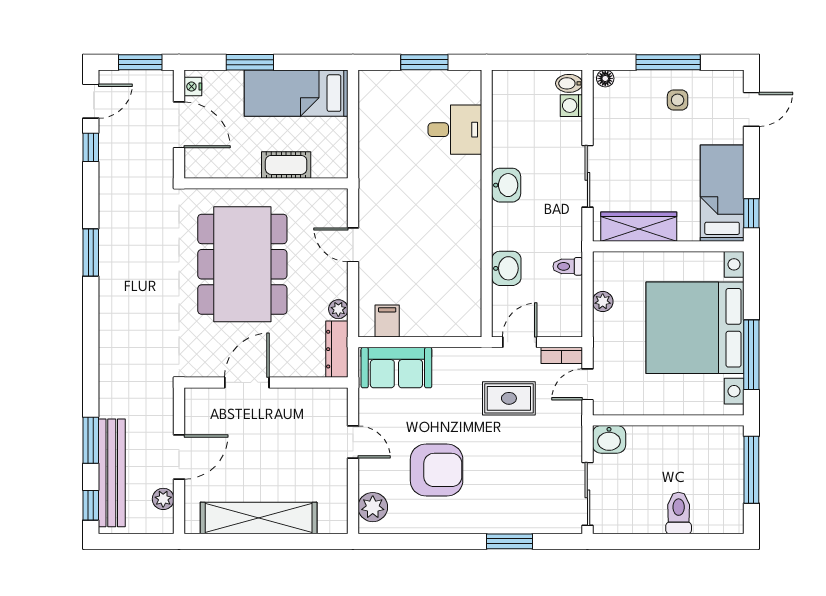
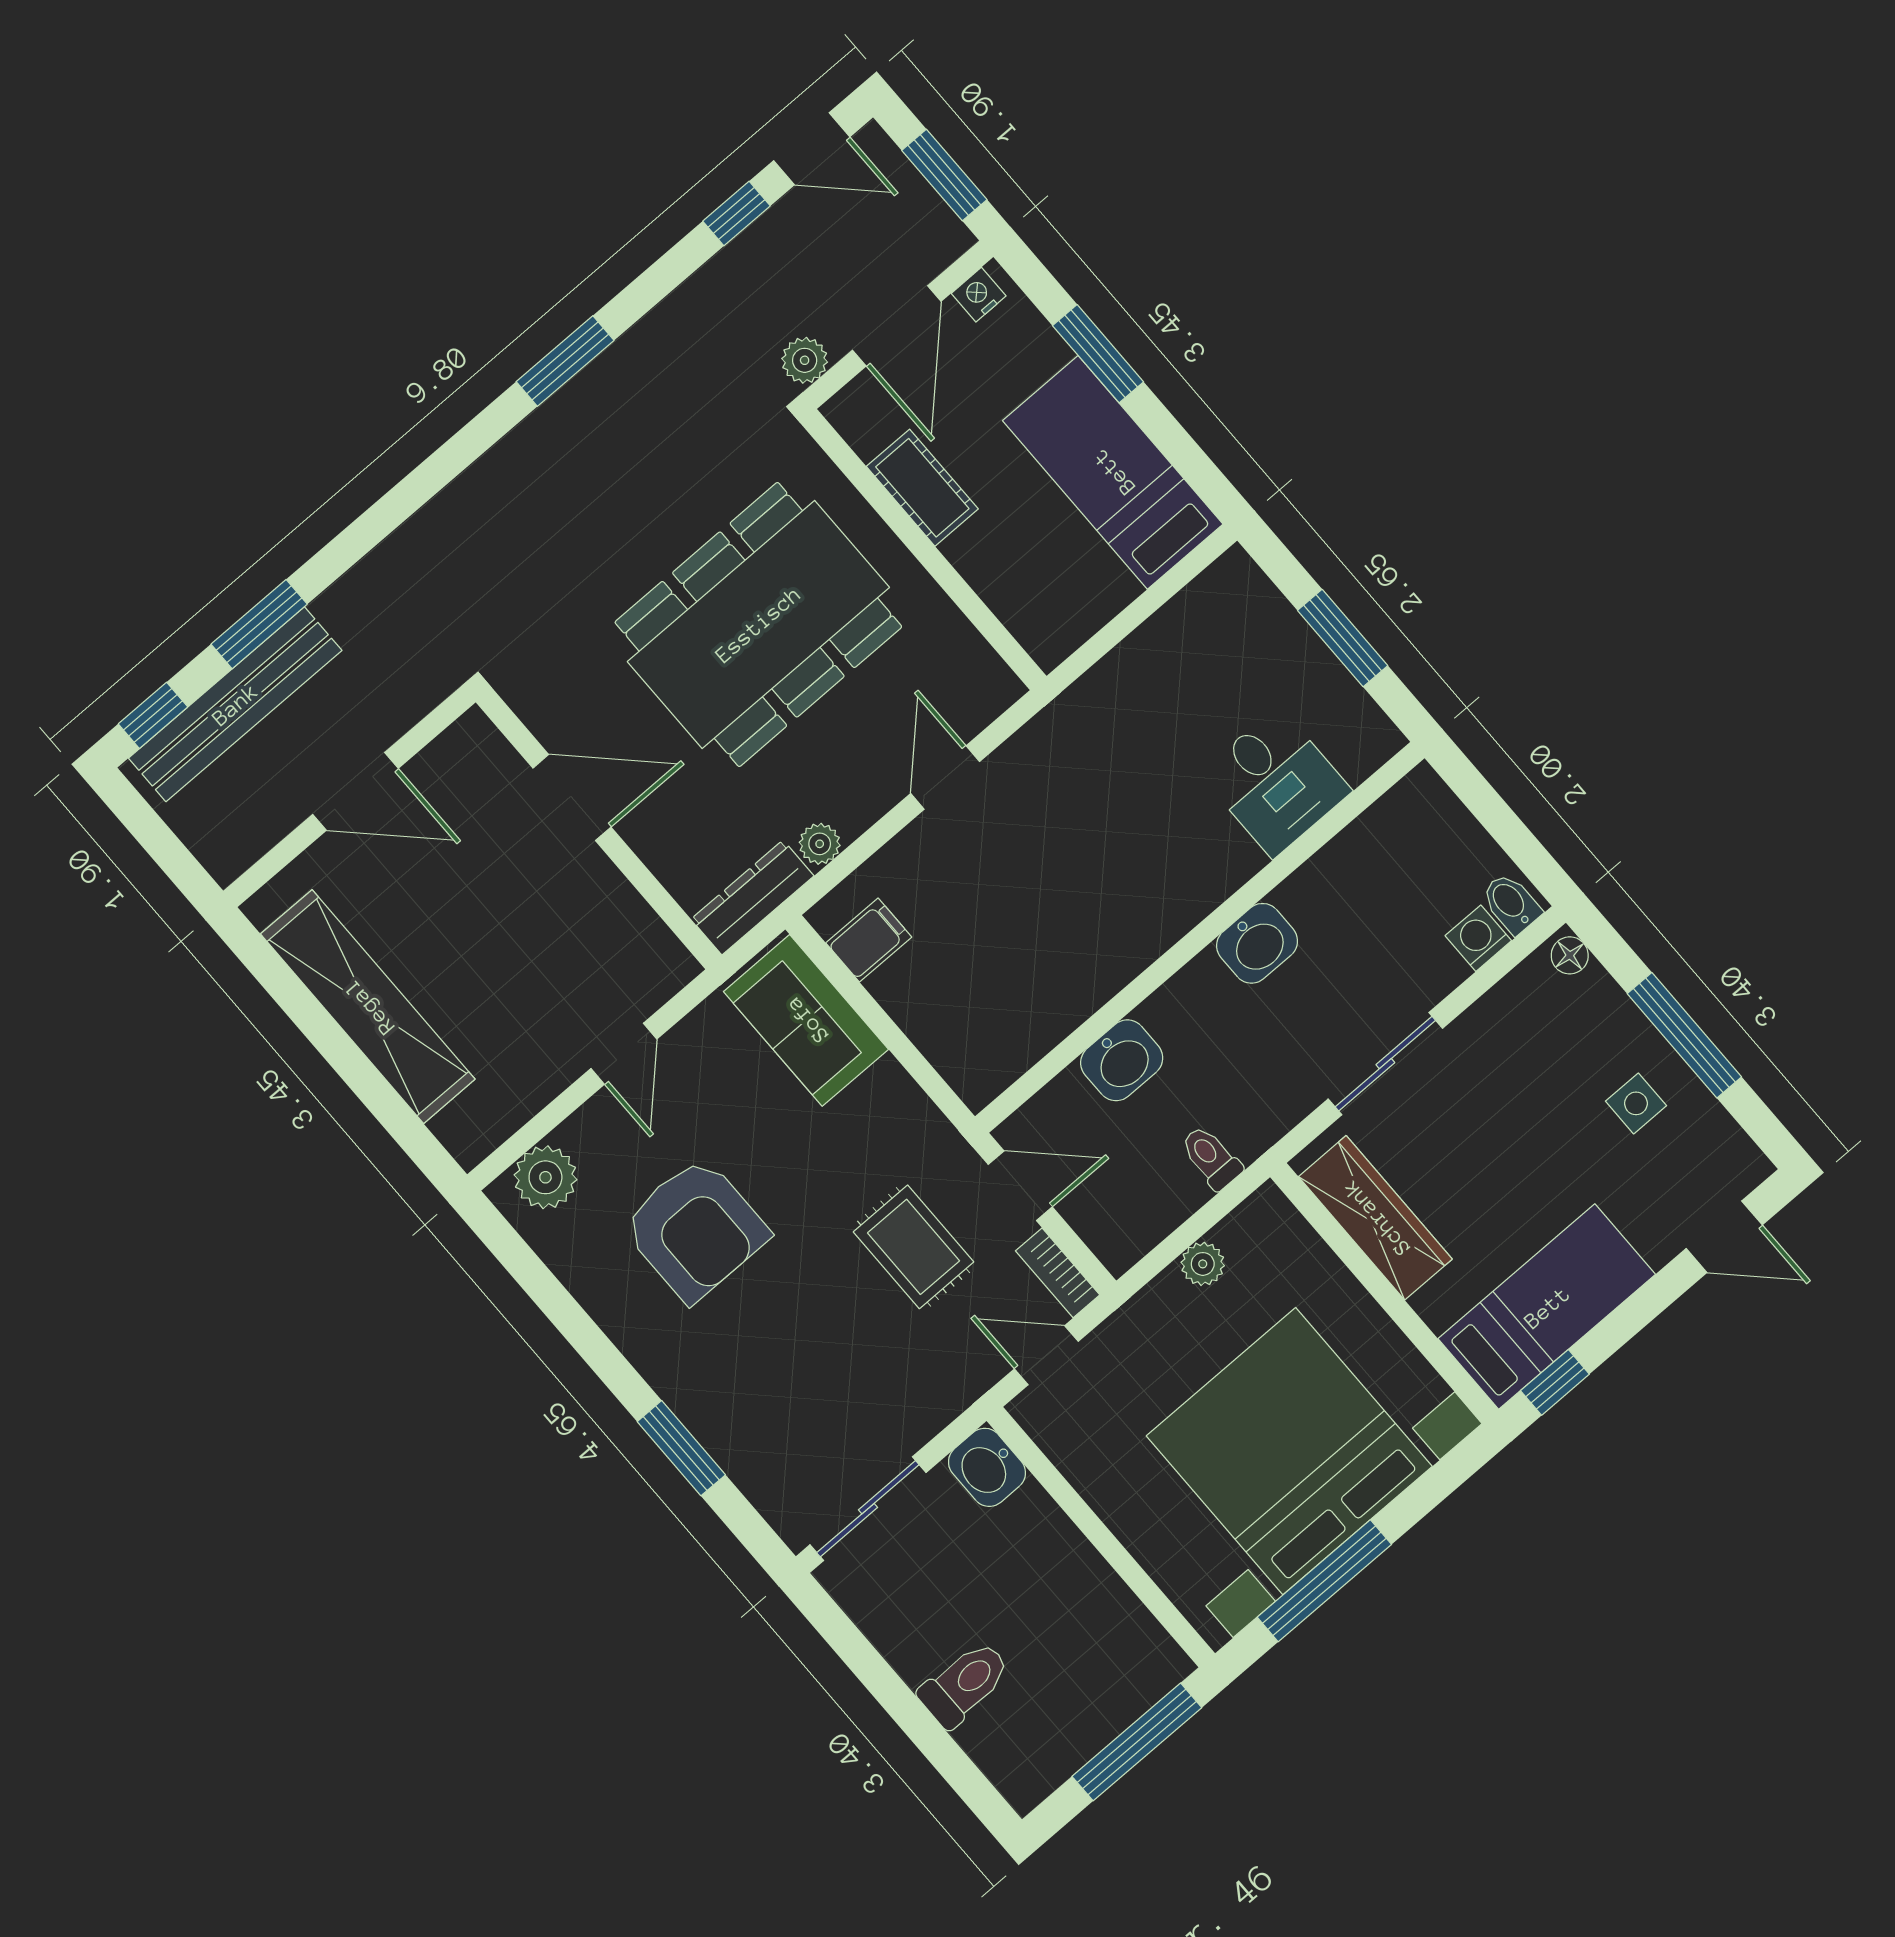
cot: (286, 165) -> (922, 488), moved
plant: (163, 499) -> (805, 360), moved

